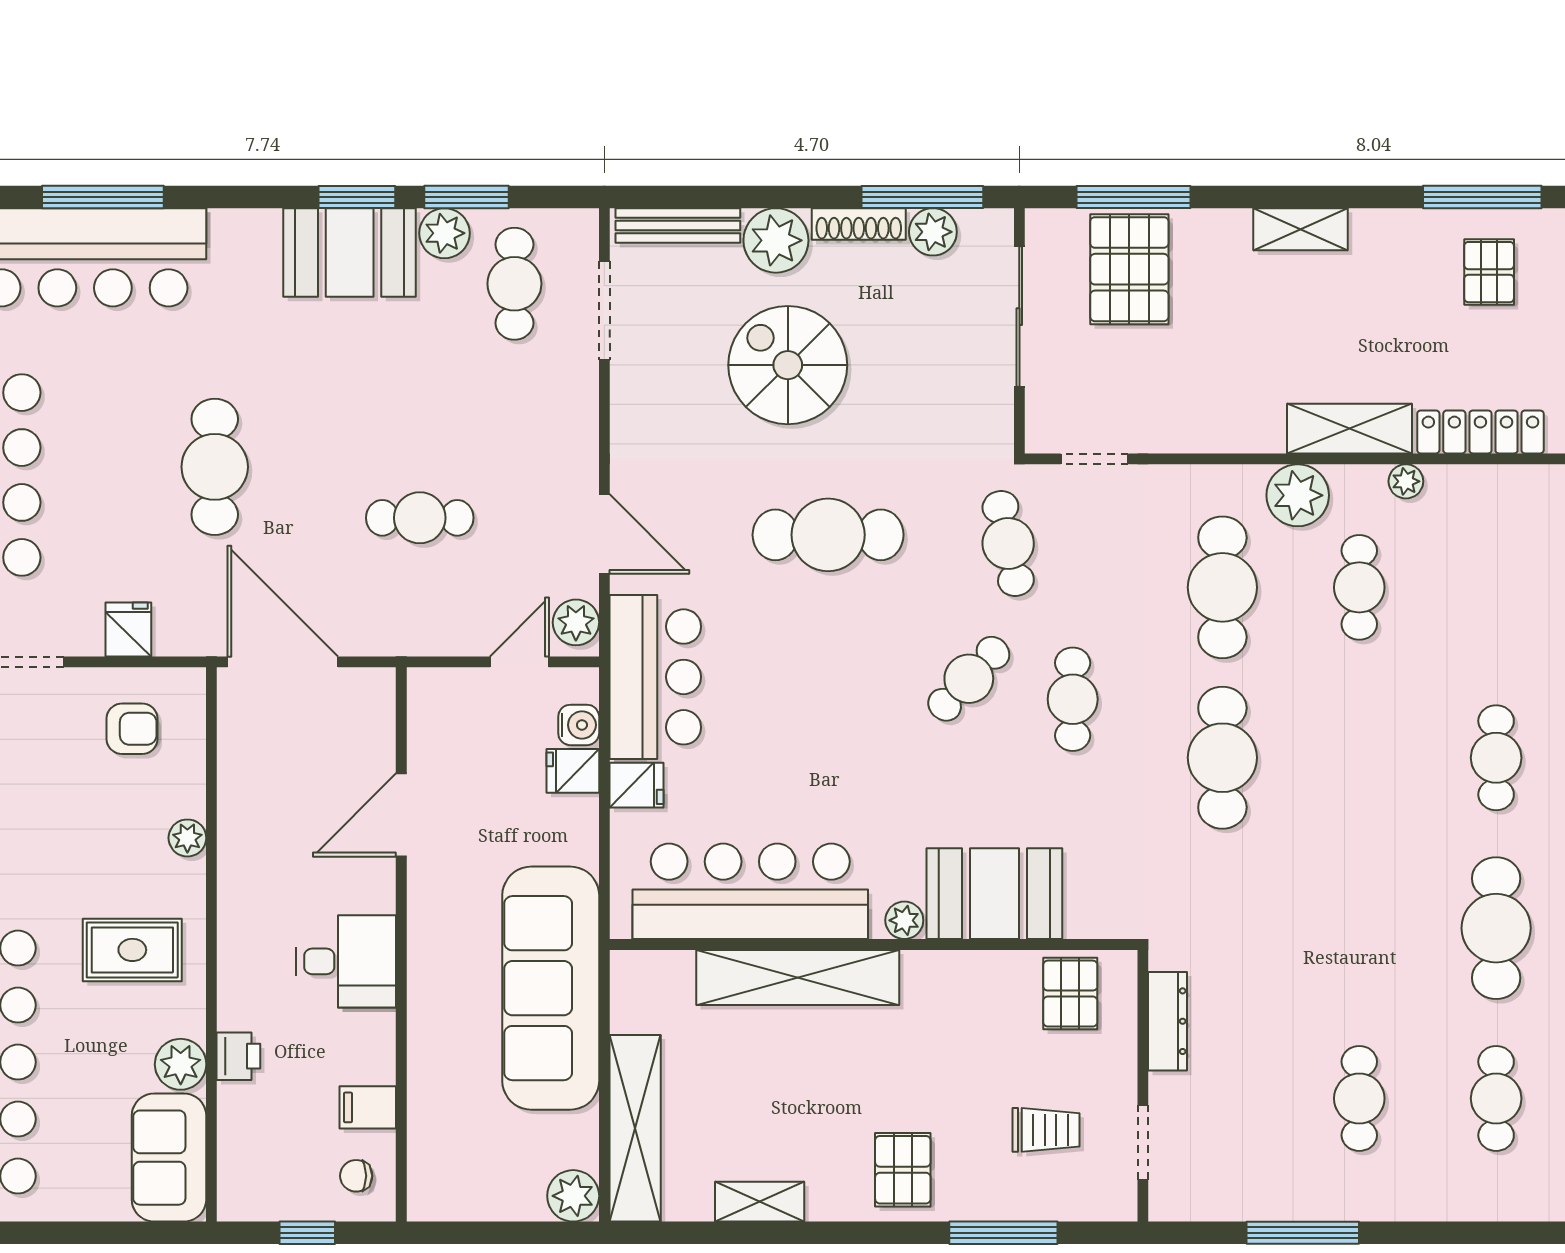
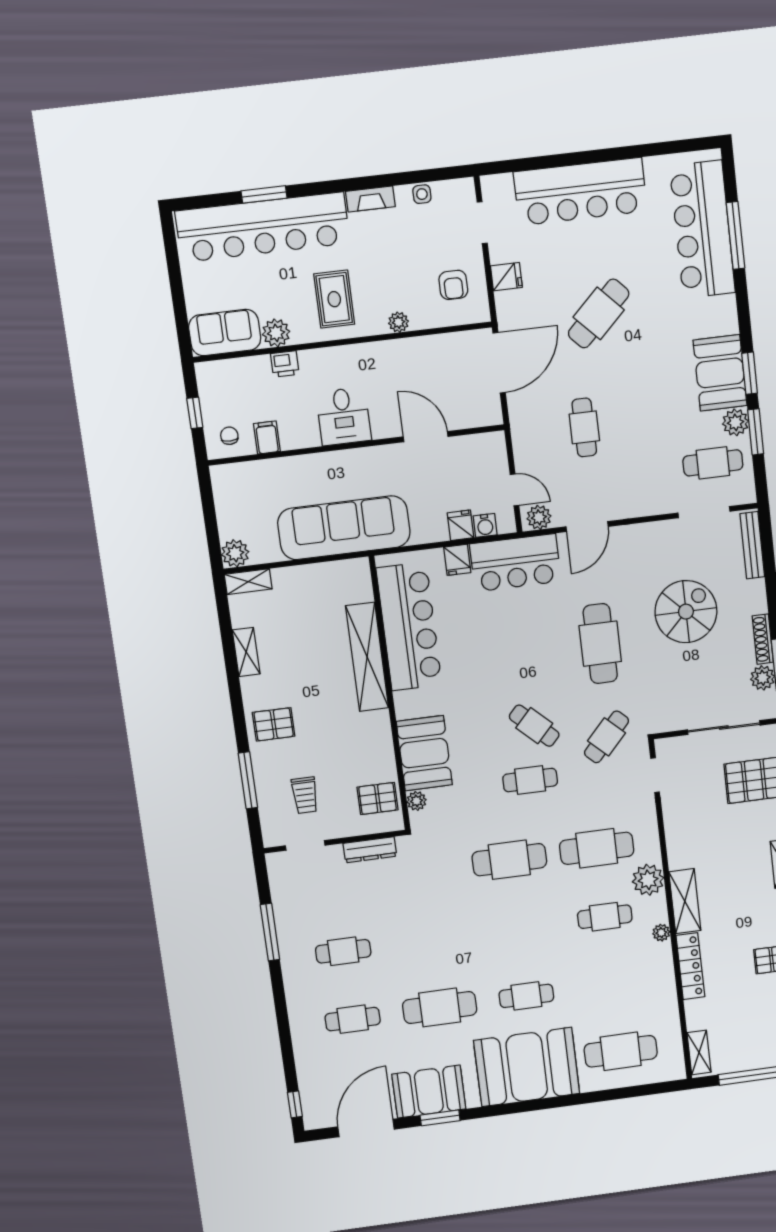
plant: (776, 240) -> (750, 597), removed
cafe table: (215, 467) -> (599, 313), turned -44
cafe table: (1008, 543) -> (607, 737), turned -35
plant: (904, 920) -> (417, 801), moved
shelving: (635, 1128) -> (248, 582), width x0.45, depth x0.75

